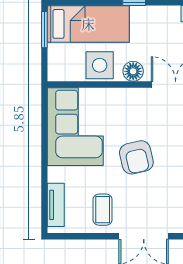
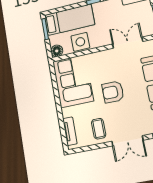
floor lamp: (133, 71) -> (57, 51), moved
armchair: (136, 157) -> (113, 92), turned 103

